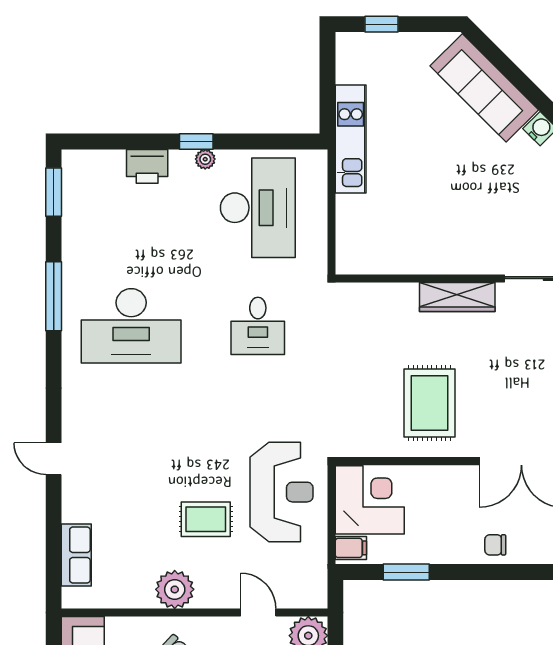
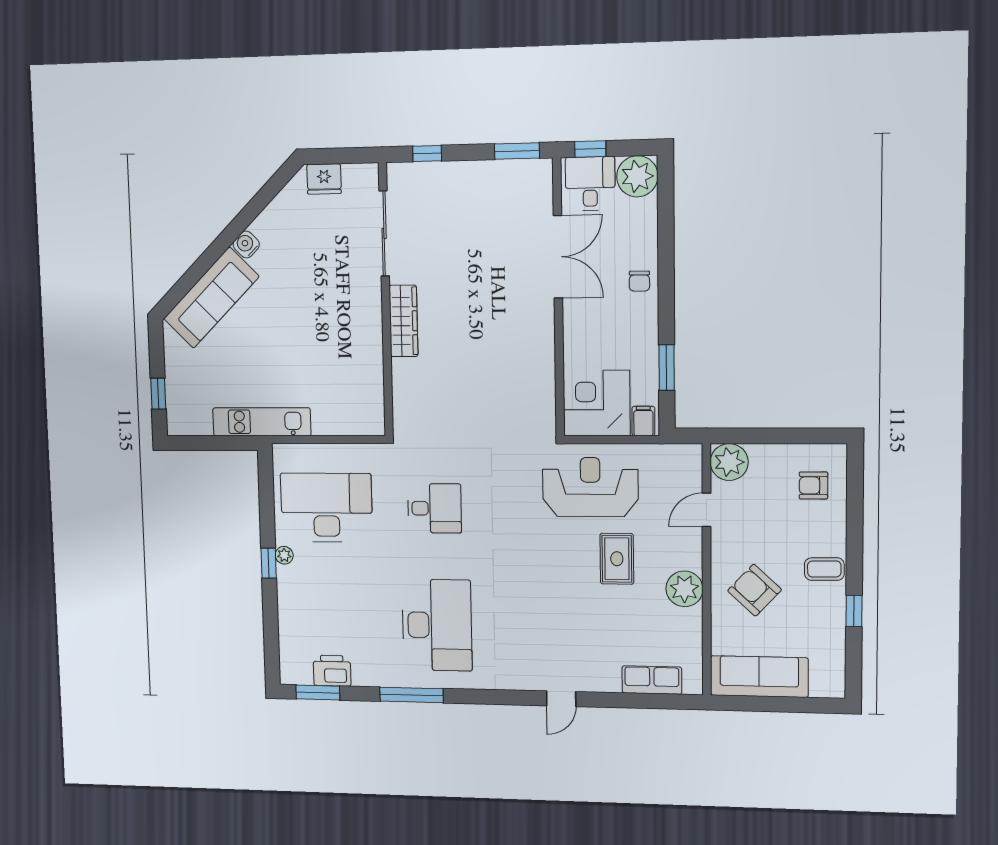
printer: (147, 166) -> (332, 671), moved, turned -90
rug: (430, 403) -> (504, 346), removed

